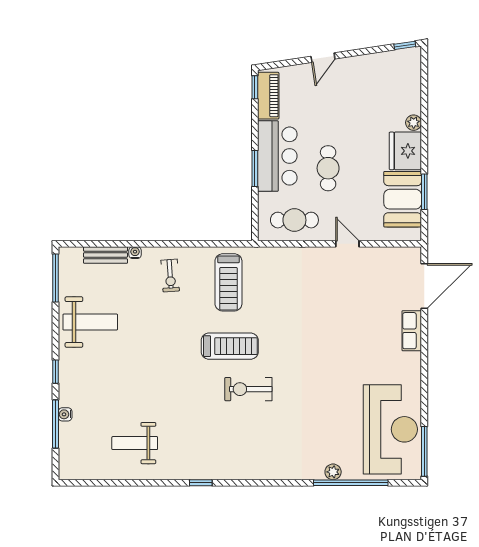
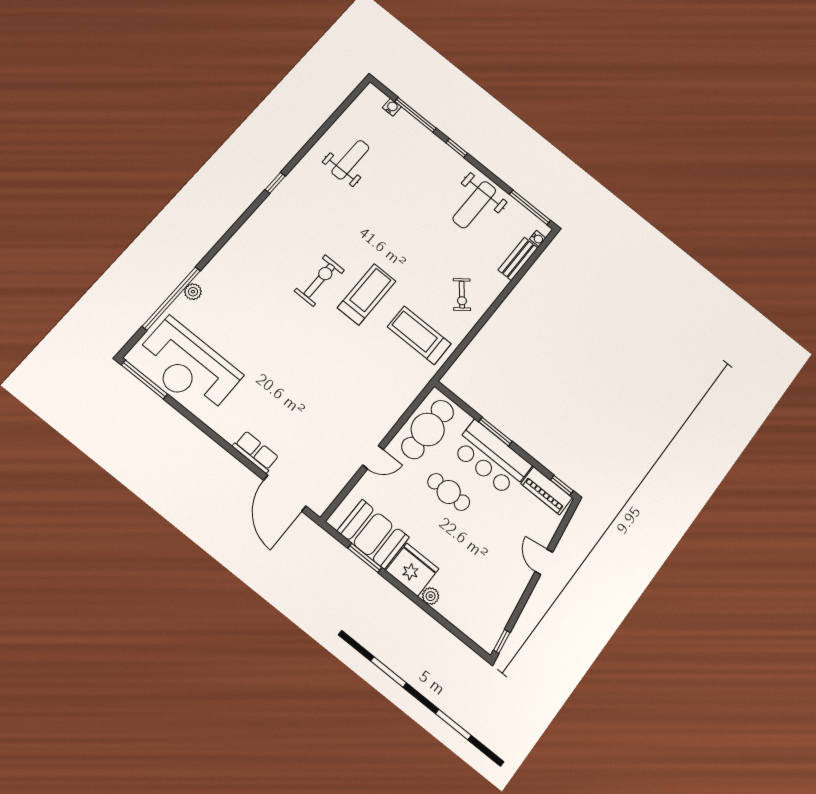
cafe table: (294, 220) -> (428, 429), width x1.37, depth x1.35
water cooler: (135, 253) -> (538, 238), moved
exercise bike: (170, 275) -> (462, 295), turned -125
treadmill: (230, 346) -> (367, 294), turned 180
water cooler: (65, 414) -> (392, 107), moved

